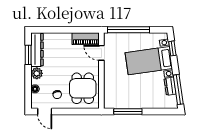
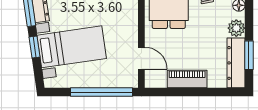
piano: (86, 39) -> (187, 79), moved
window: (172, 48) -> (34, 47), moved

